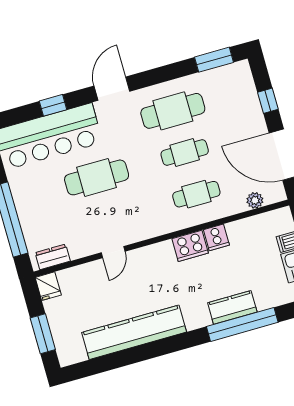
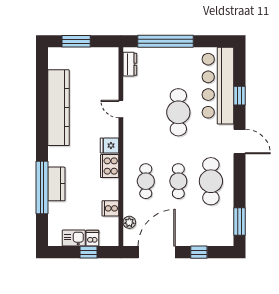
cooker: (216, 237) -> (110, 208), moved
fridge: (48, 286) -> (109, 146), moved

